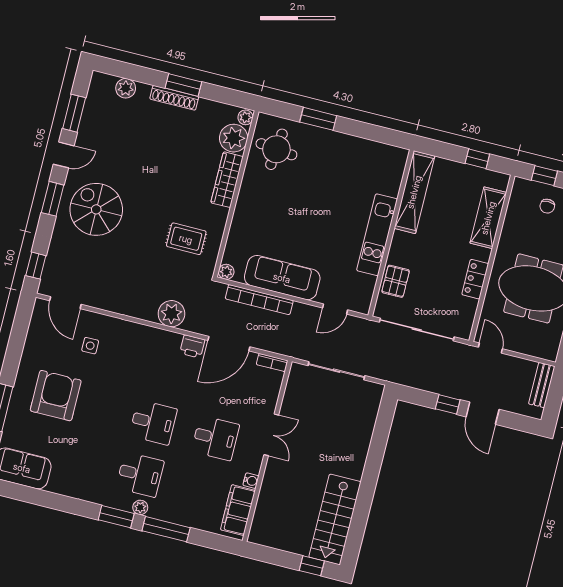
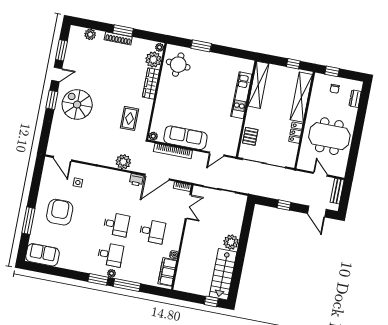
shelving: (488, 218) -> (301, 97), width x1.47
kitchen unit: (377, 235) -> (241, 95), moved
rug: (186, 239) -> (129, 118), turned 90
window: (36, 266) -> (44, 138), removed
door: (490, 348) -> (320, 174), moved
door: (483, 413) -> (317, 211), moved
double door: (271, 435) -> (188, 207), moved
plant: (352, 464) -> (231, 242), added

